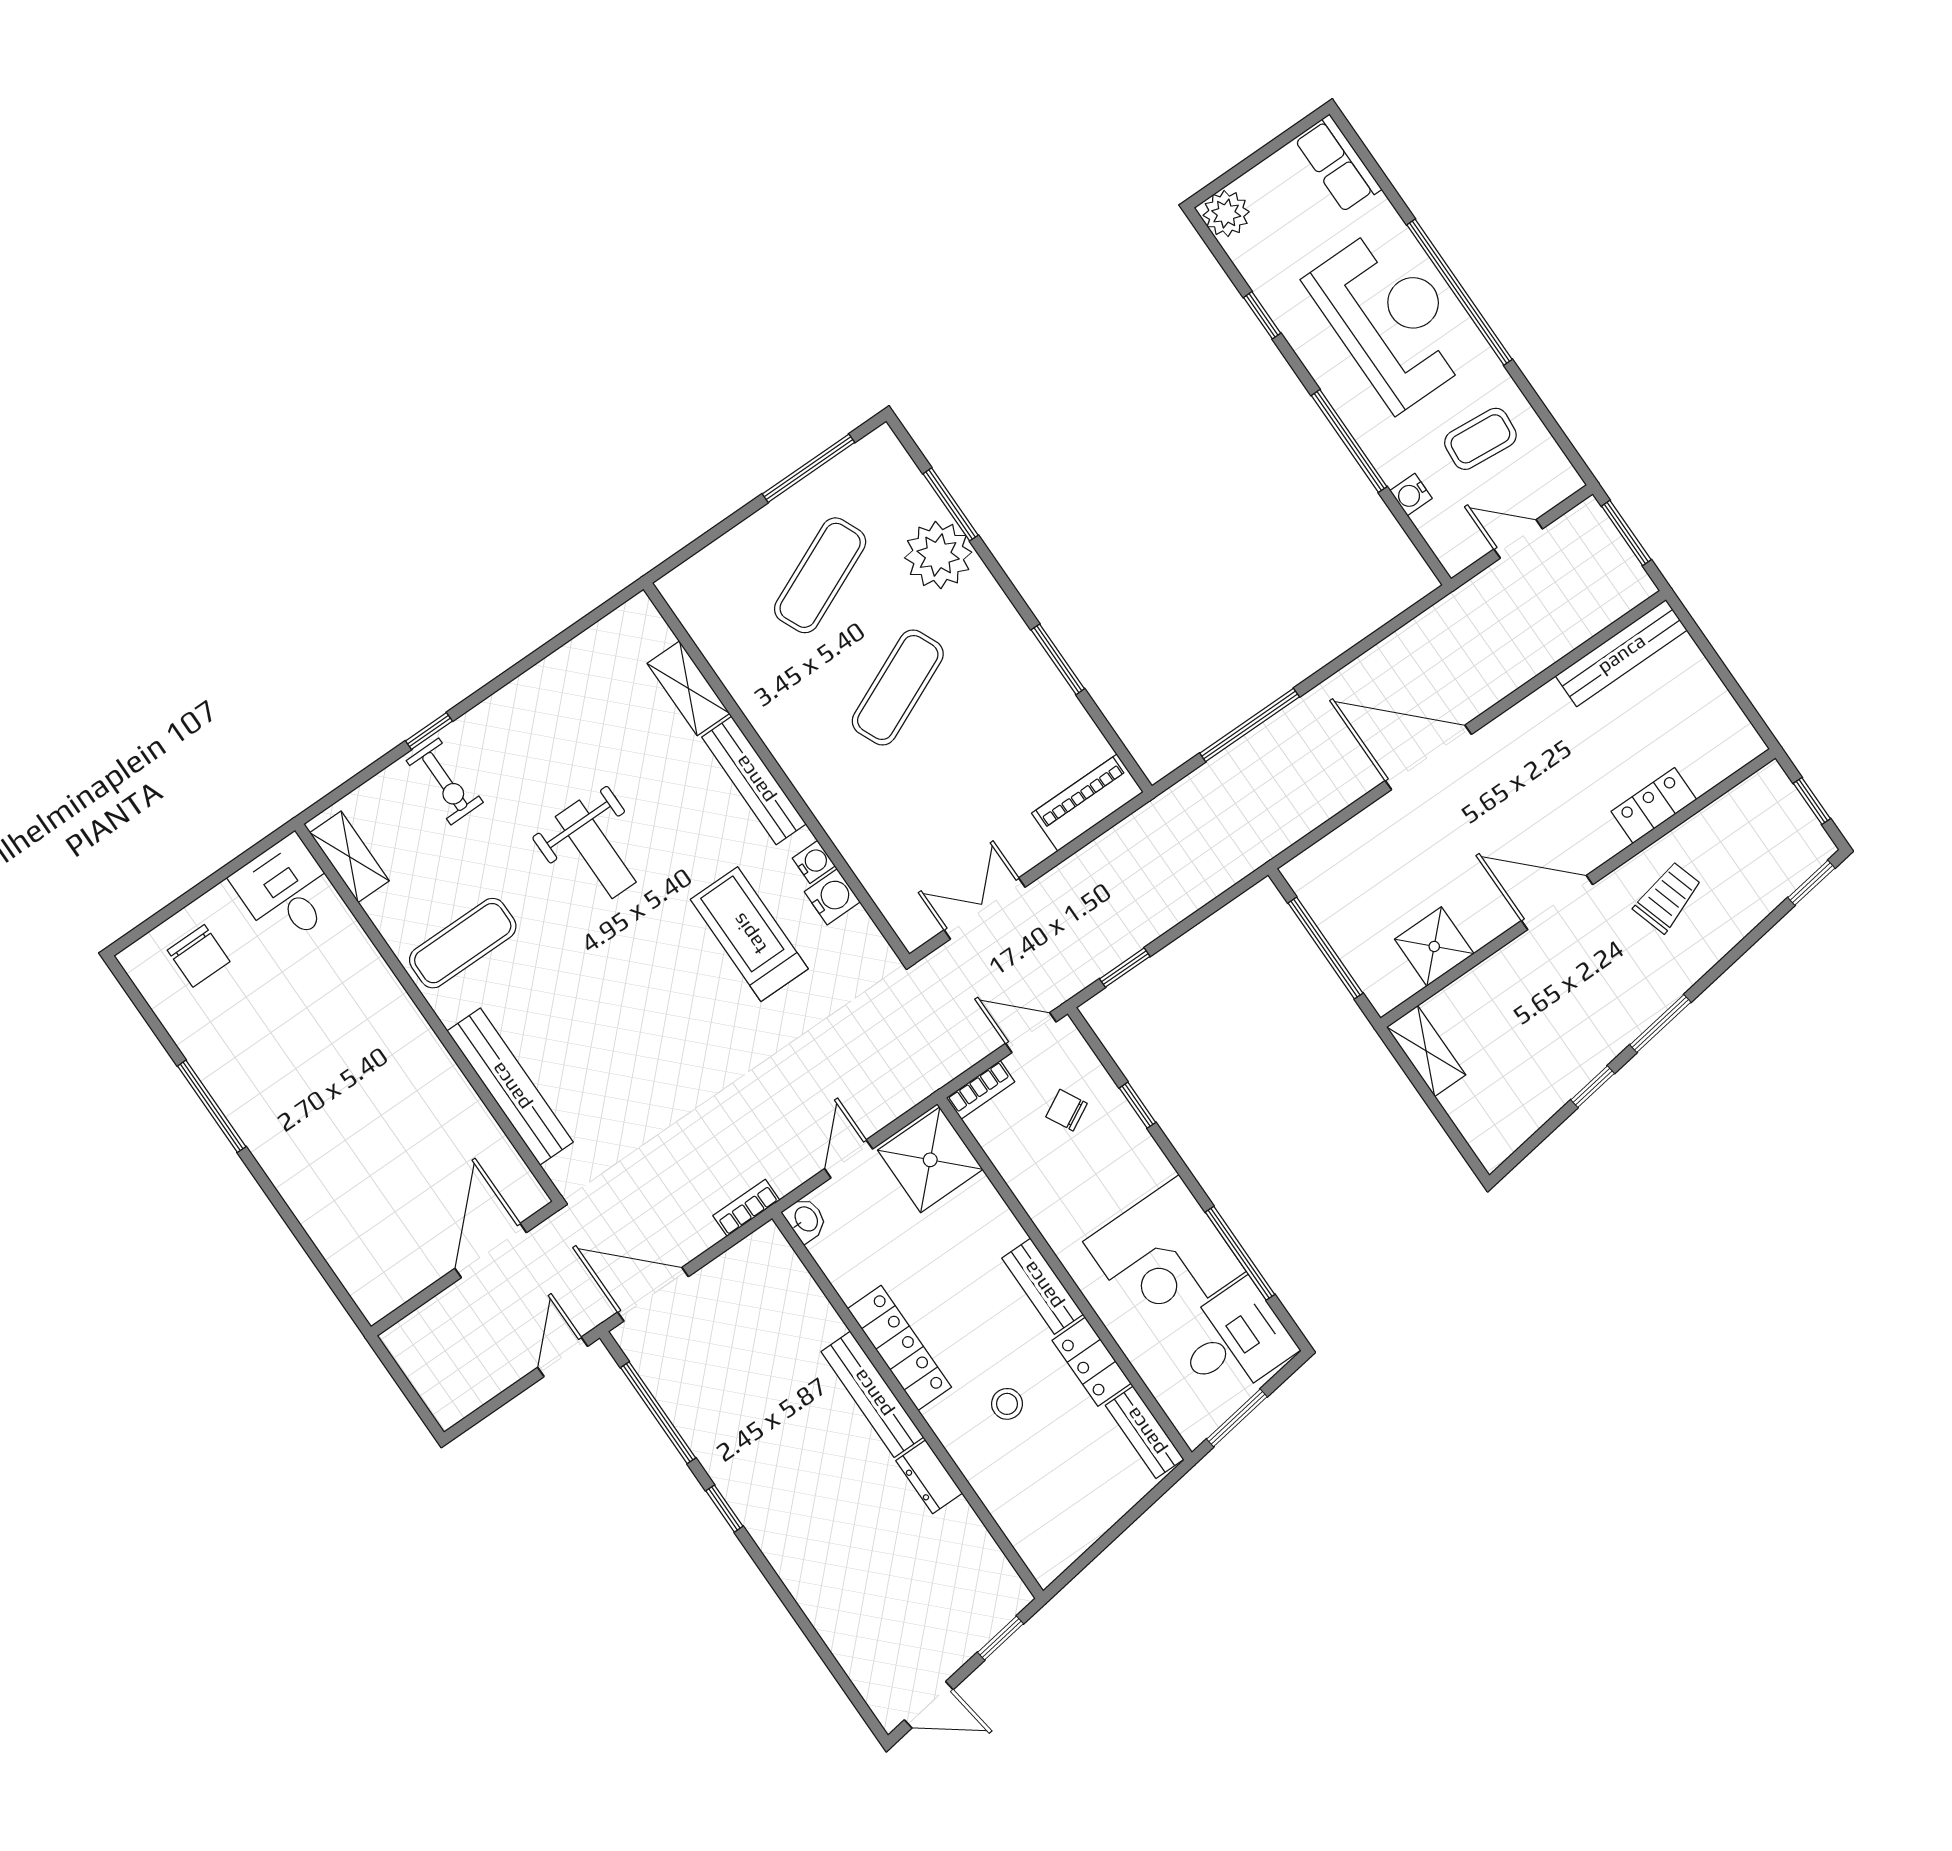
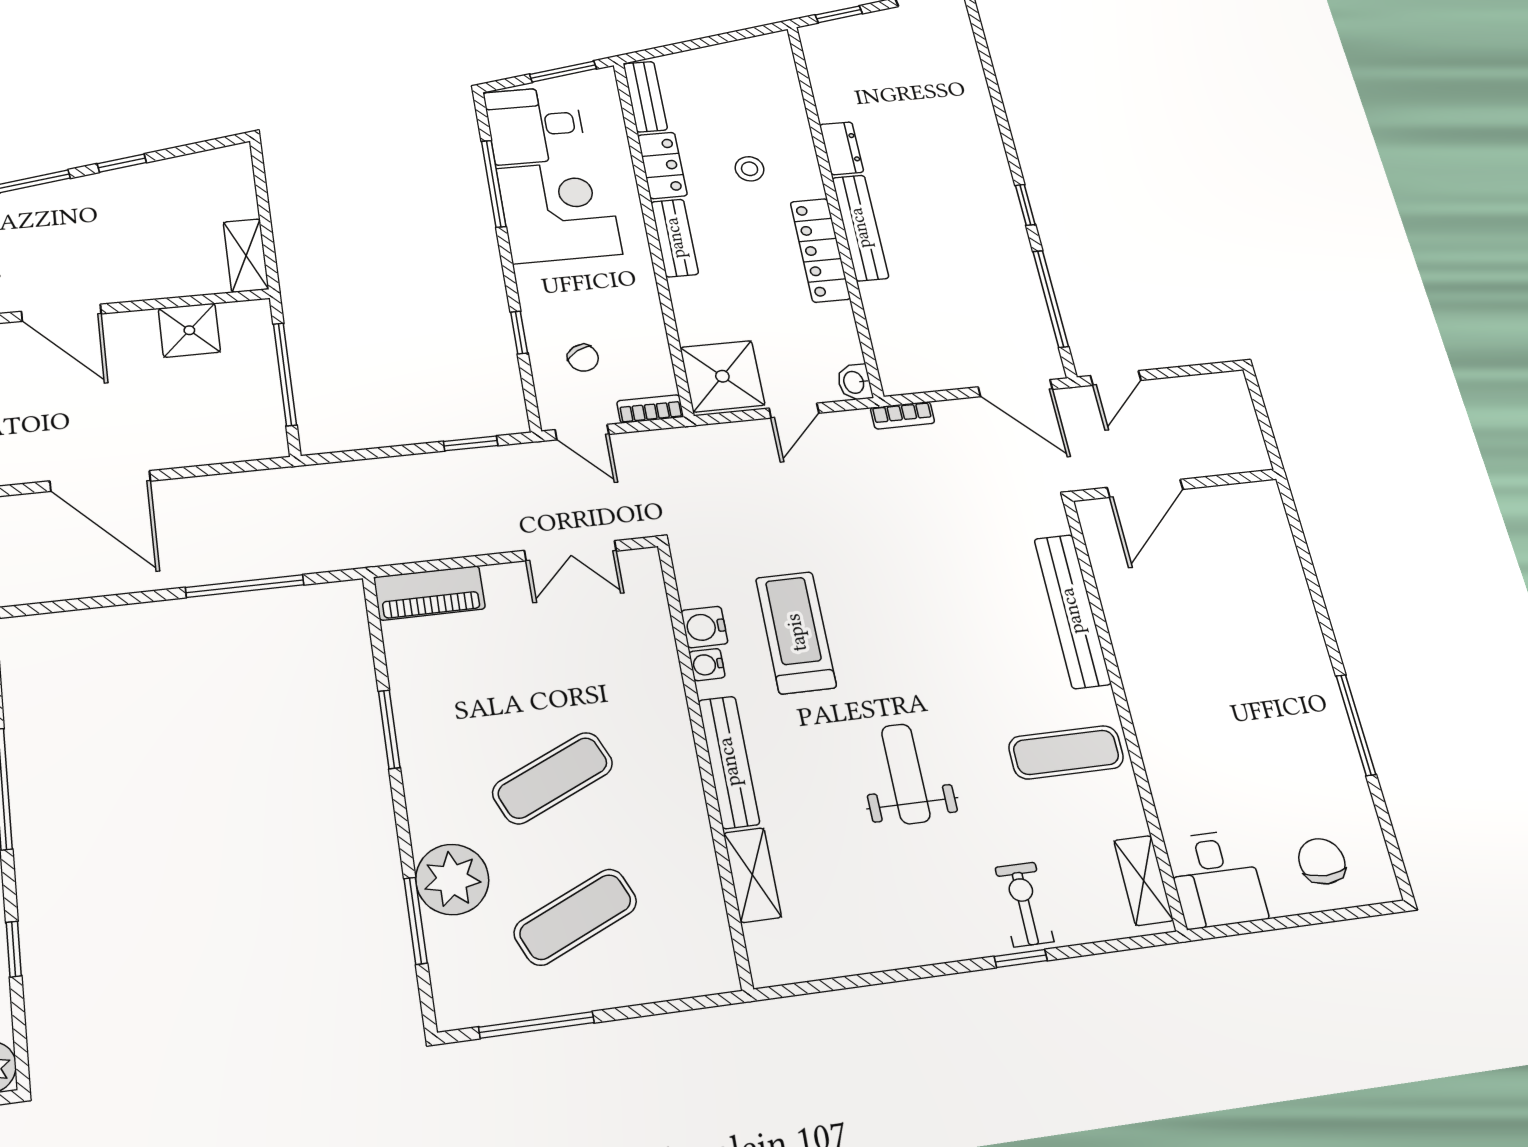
treadmill: (749, 934) -> (796, 632), turned 180

